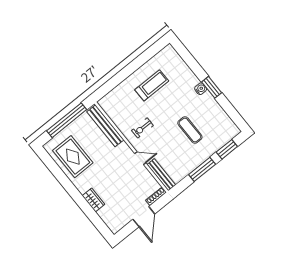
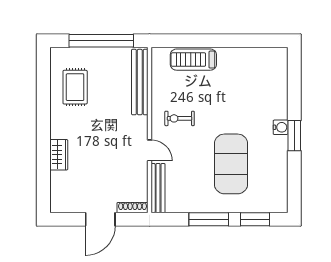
treadmill: (152, 85) -> (193, 60), moved, turned 180
exercise mat: (190, 130) -> (231, 164), width x2.00, depth x1.45
rug: (73, 157) -> (75, 87), width x0.73, depth x0.70

